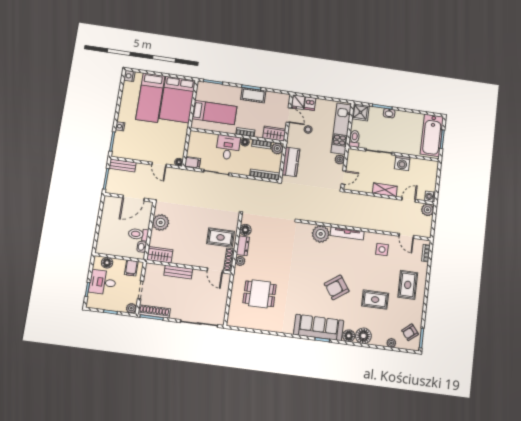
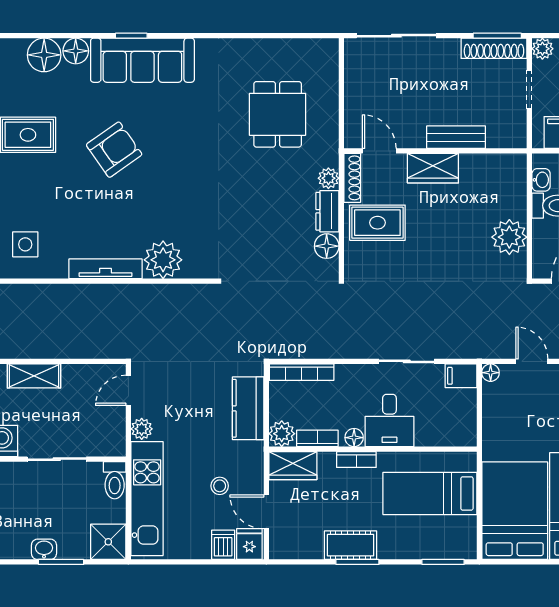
wardrobe: (160, 255) -> (433, 168), moved
dining table: (260, 294) -> (278, 114), turned 90

